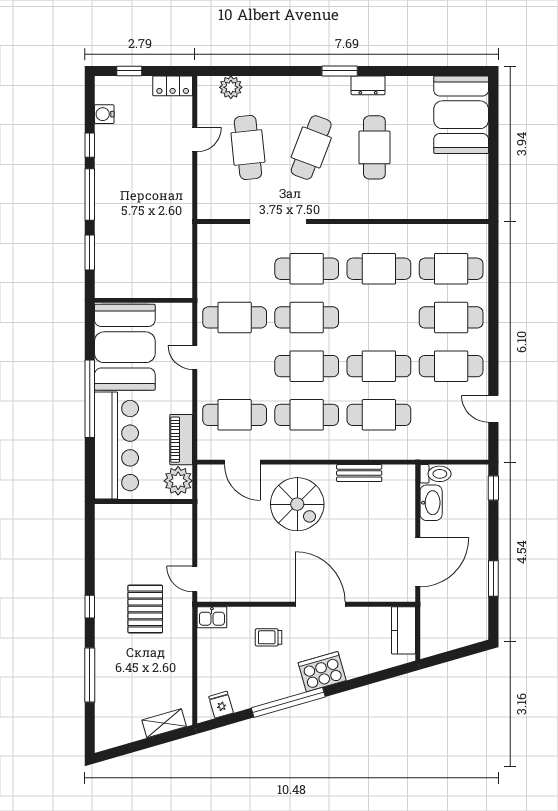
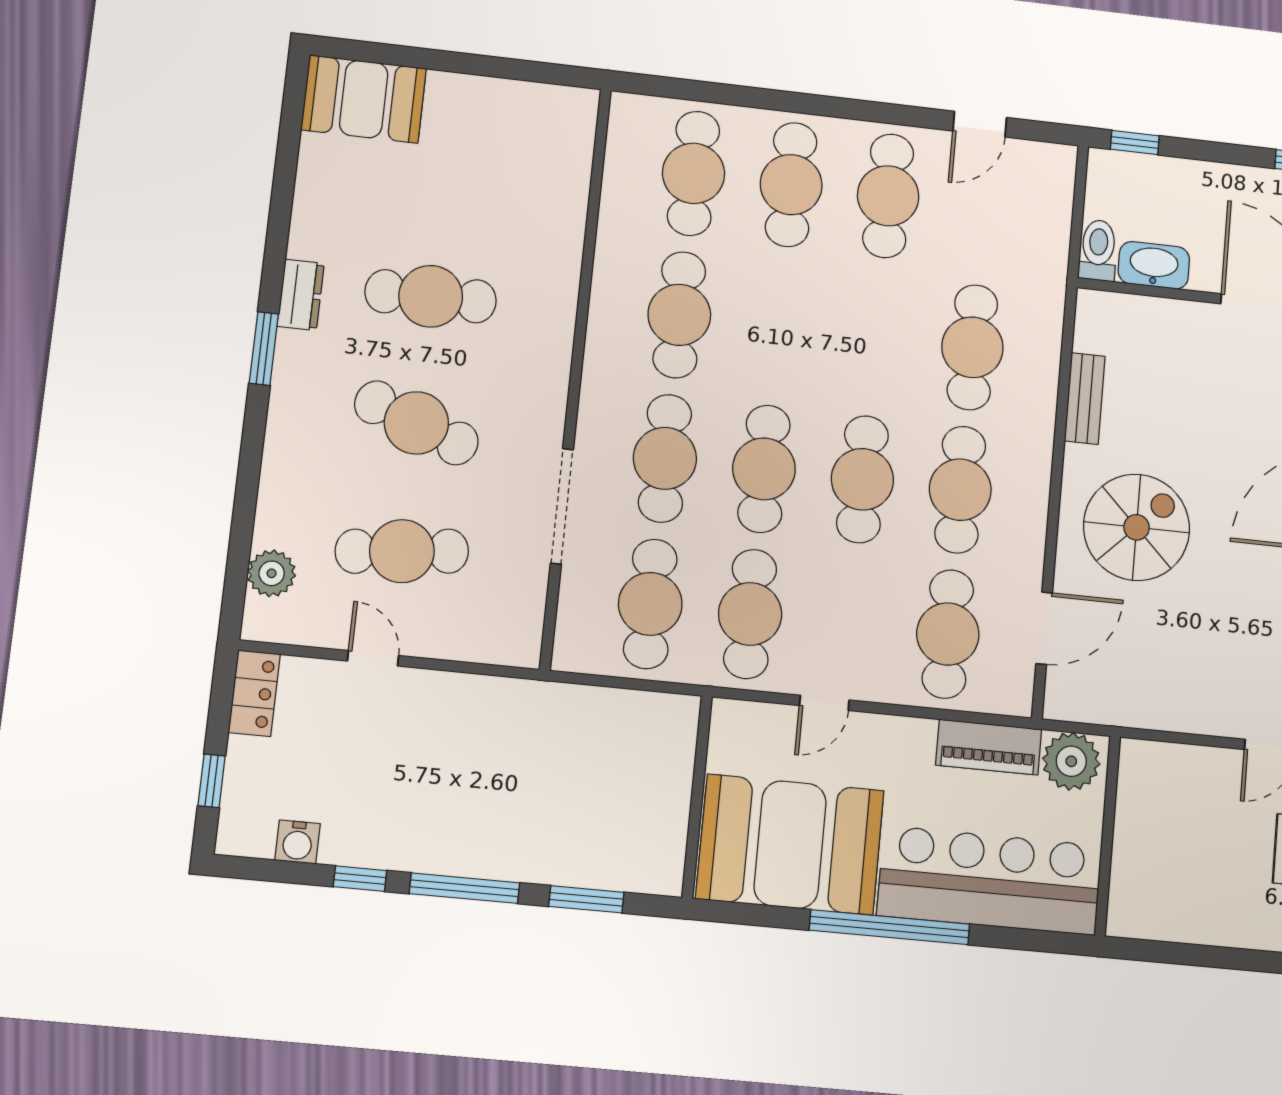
booth: (461, 115) -> (364, 99), width x0.73, depth x0.70
cafe table: (379, 366) -> (650, 604), moved

